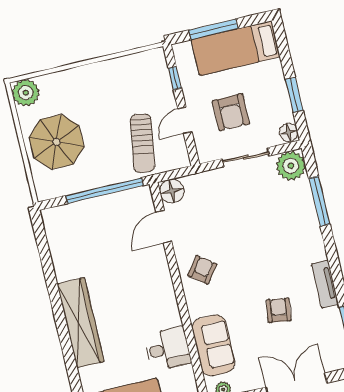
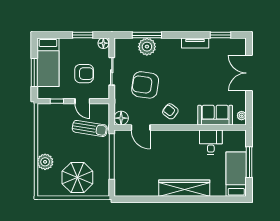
plant: (26, 93) -> (45, 162), moved
plant: (291, 166) -> (147, 47), moved
armchair: (279, 310) -> (145, 85), moved, width x1.88, depth x1.88

